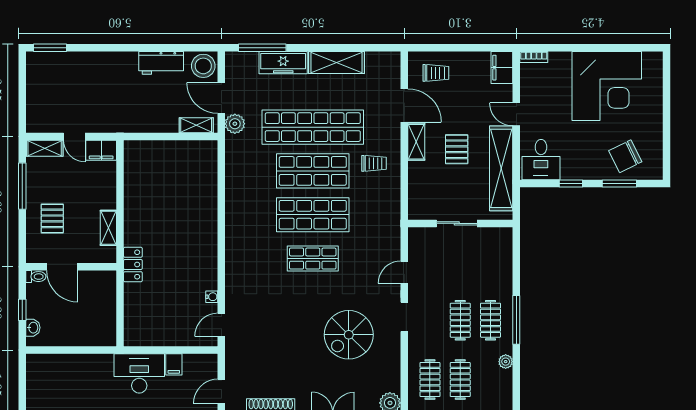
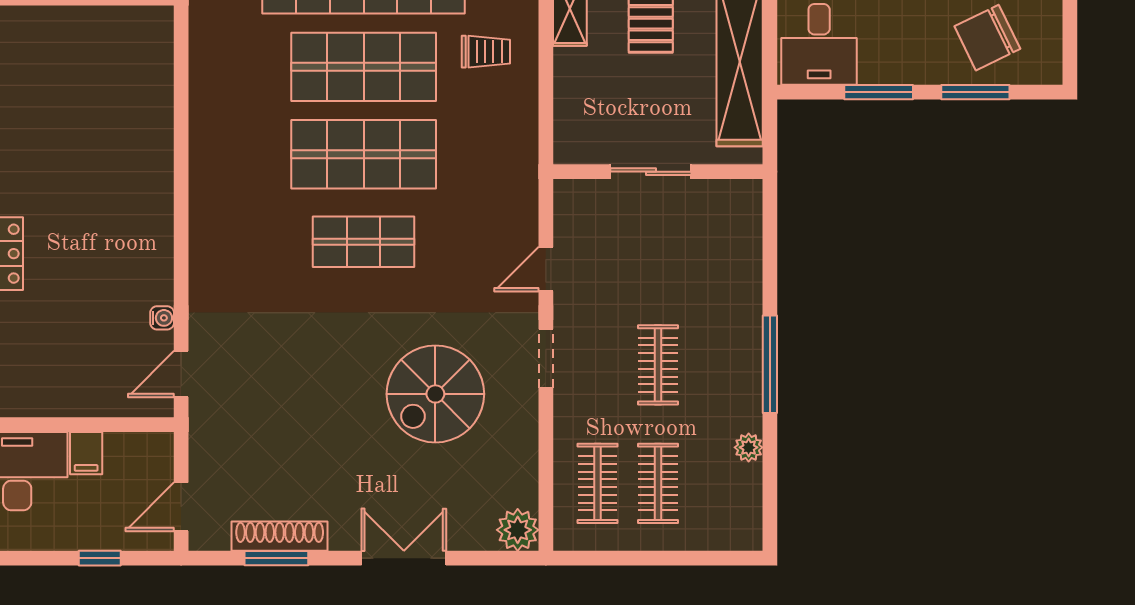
window: (571, 184) -> (879, 92), width x1.50
clothes rail: (491, 320) -> (718, 365), removed

